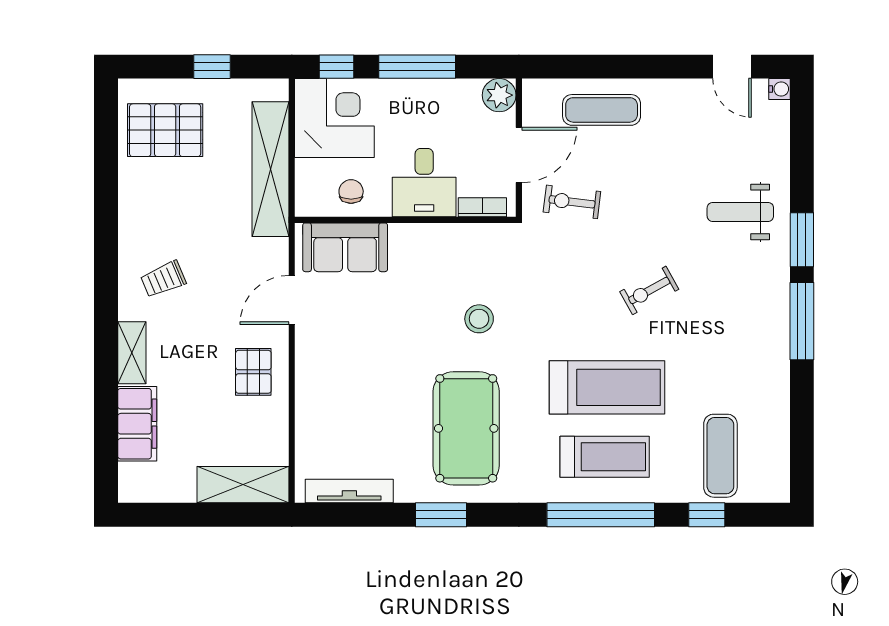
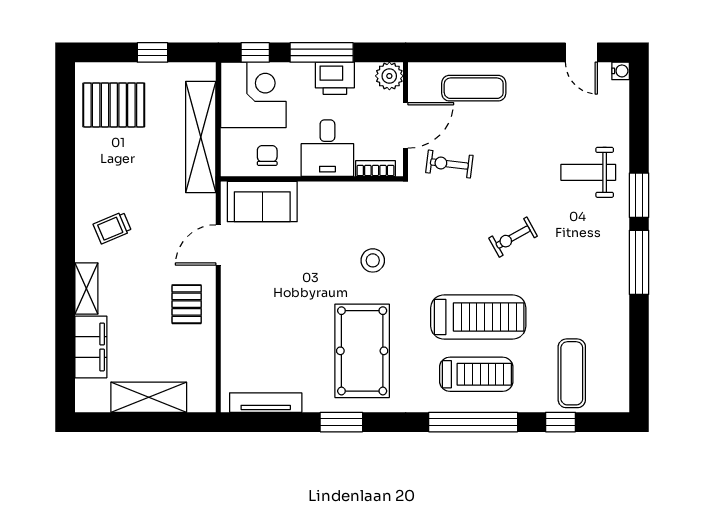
printer: (433, 98) -> (335, 78), added
shelving: (243, 485) -> (149, 397), moved

